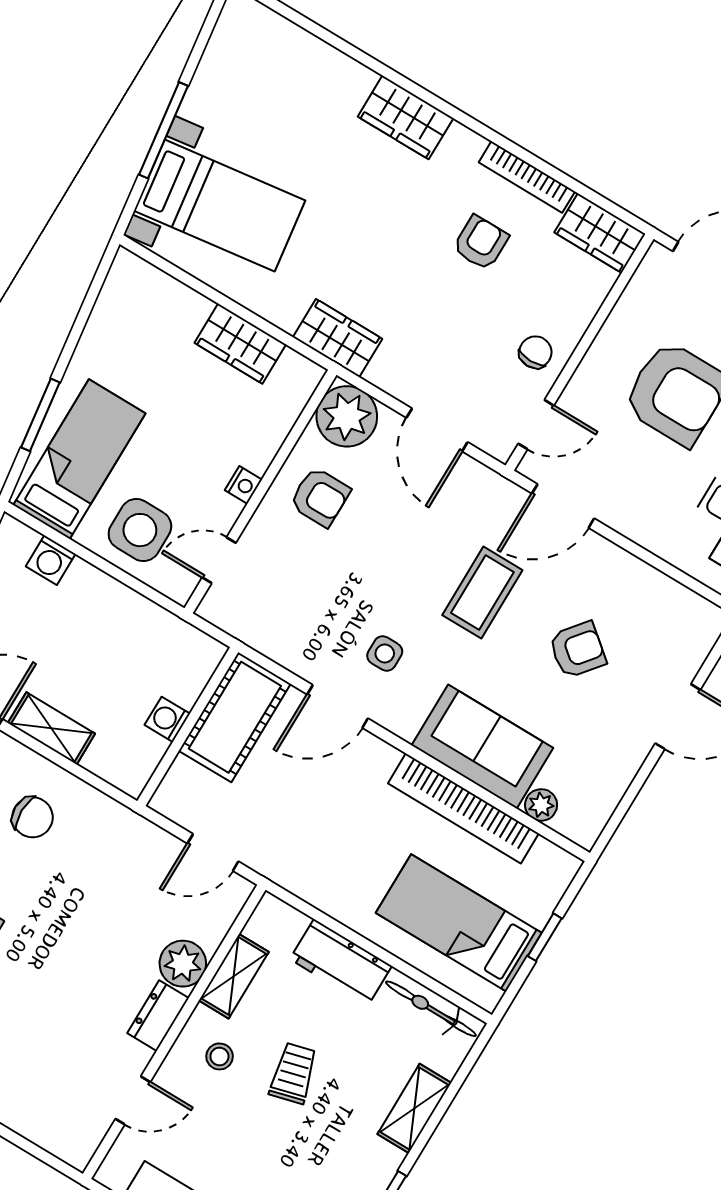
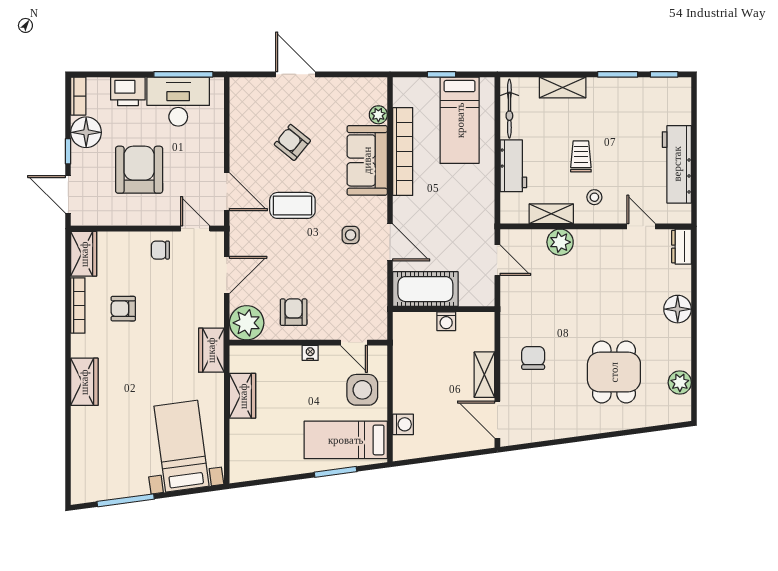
window: (163, 130) -> (126, 500), moved
dresser: (158, 1016) -> (681, 247), moved, turned 90
trolley: (293, 1073) -> (581, 156), turned 105

